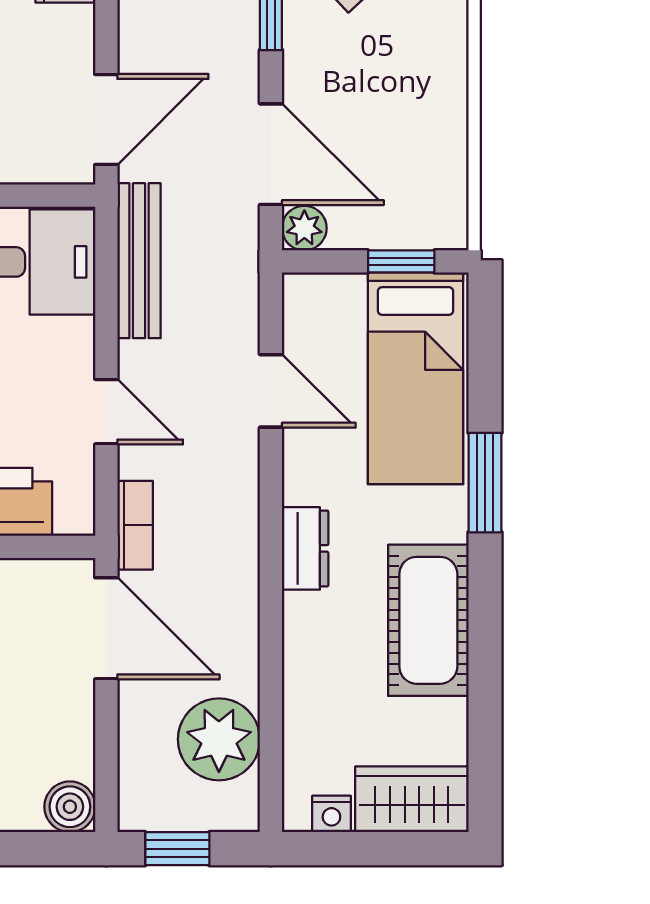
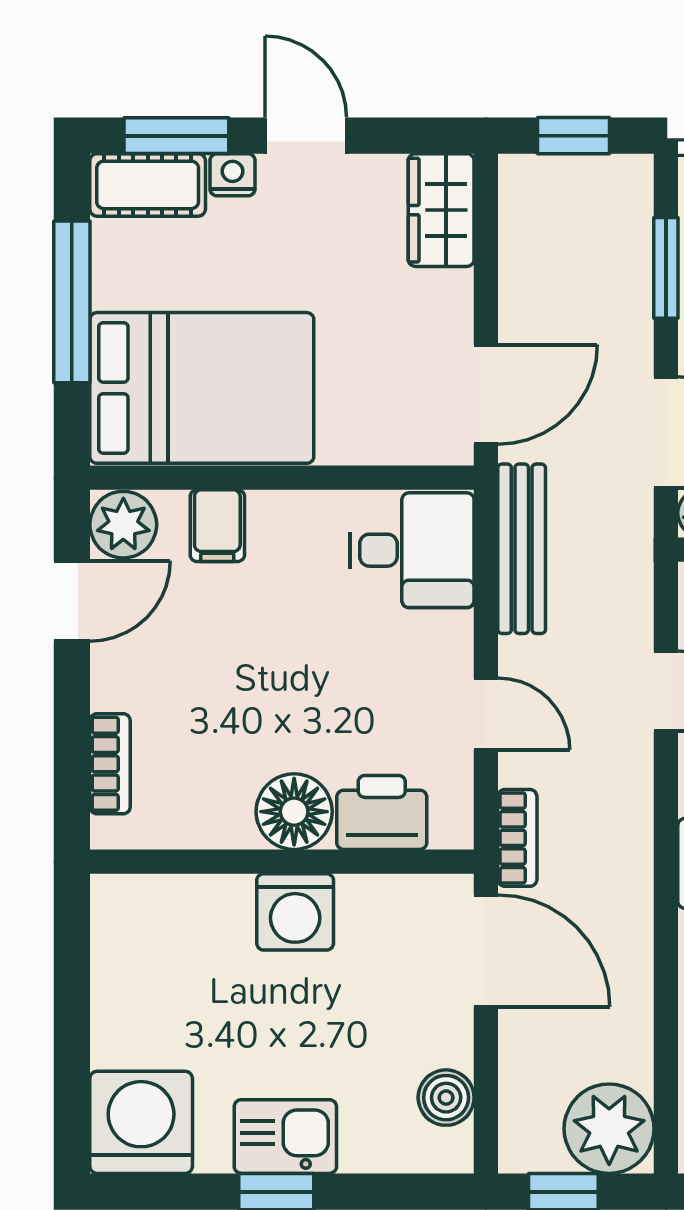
plant: (219, 739) -> (609, 1129), moved
boiler: (70, 807) -> (446, 1098), moved

